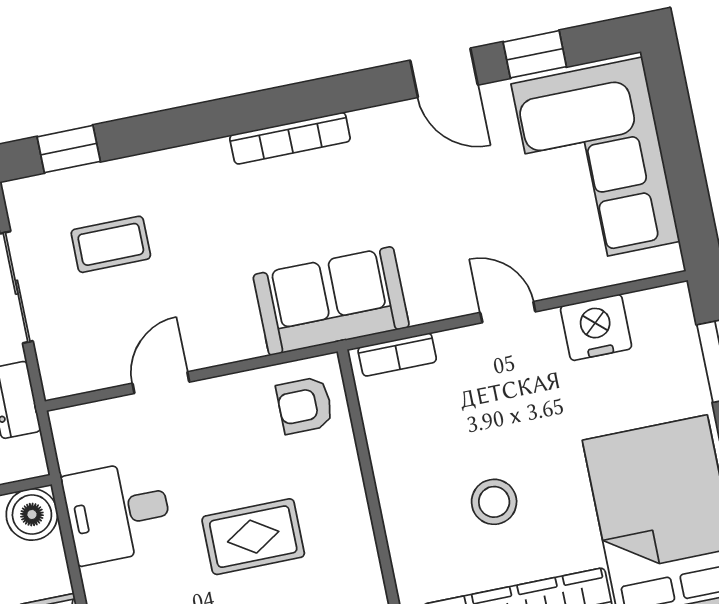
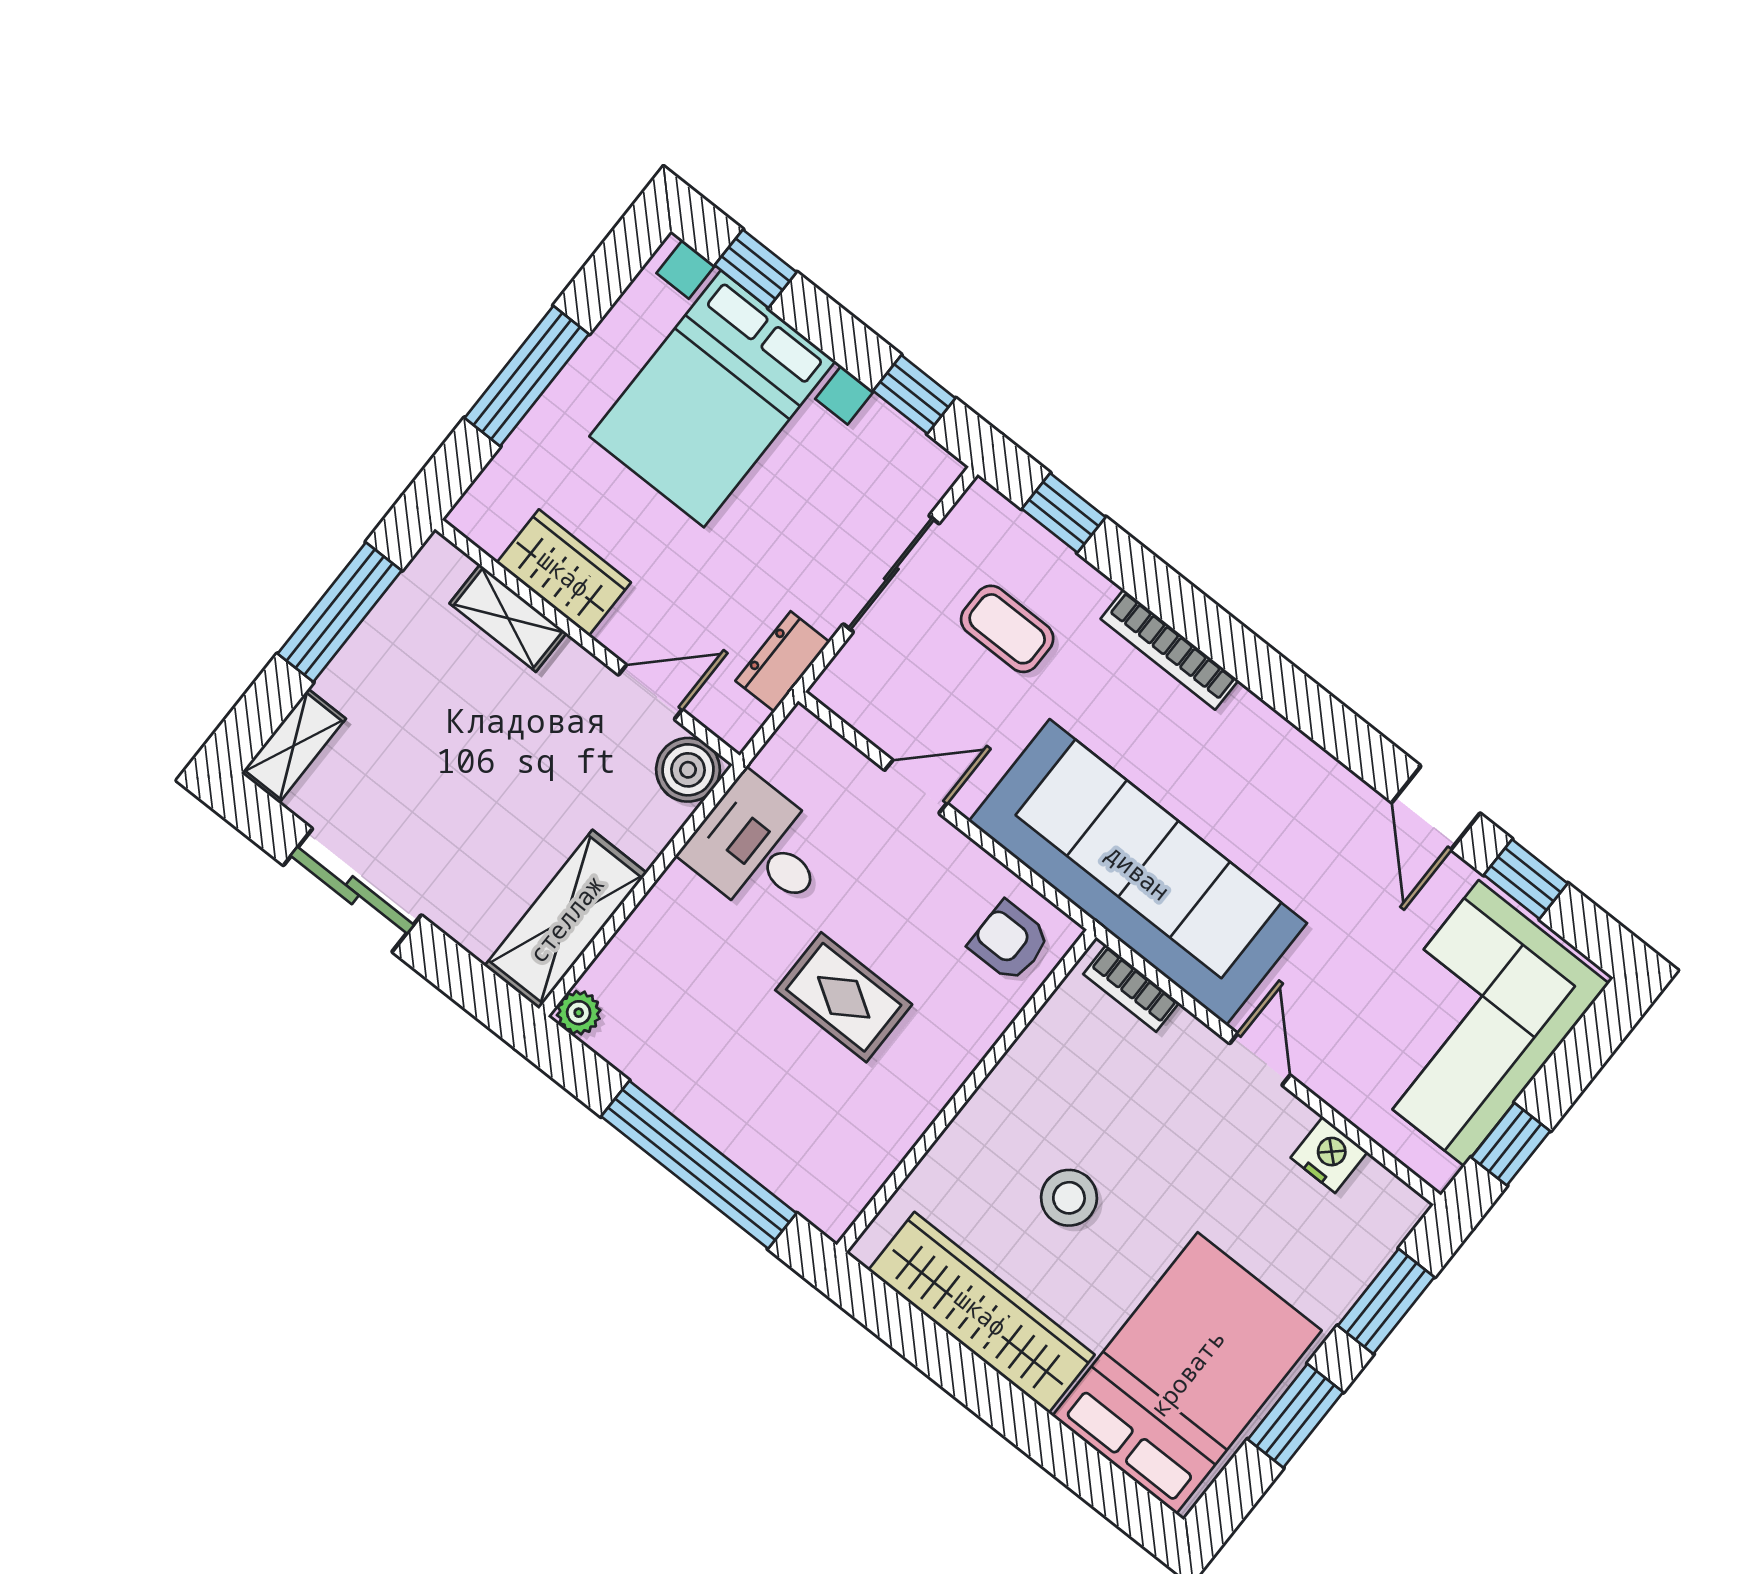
bookcase: (290, 138) -> (1169, 650), moved
window: (691, 201) -> (1511, 1144), added
sofa: (331, 301) -> (1138, 872), width x1.85, depth x1.27
nightstand: (596, 327) -> (1329, 1155), width x0.74, depth x0.75

